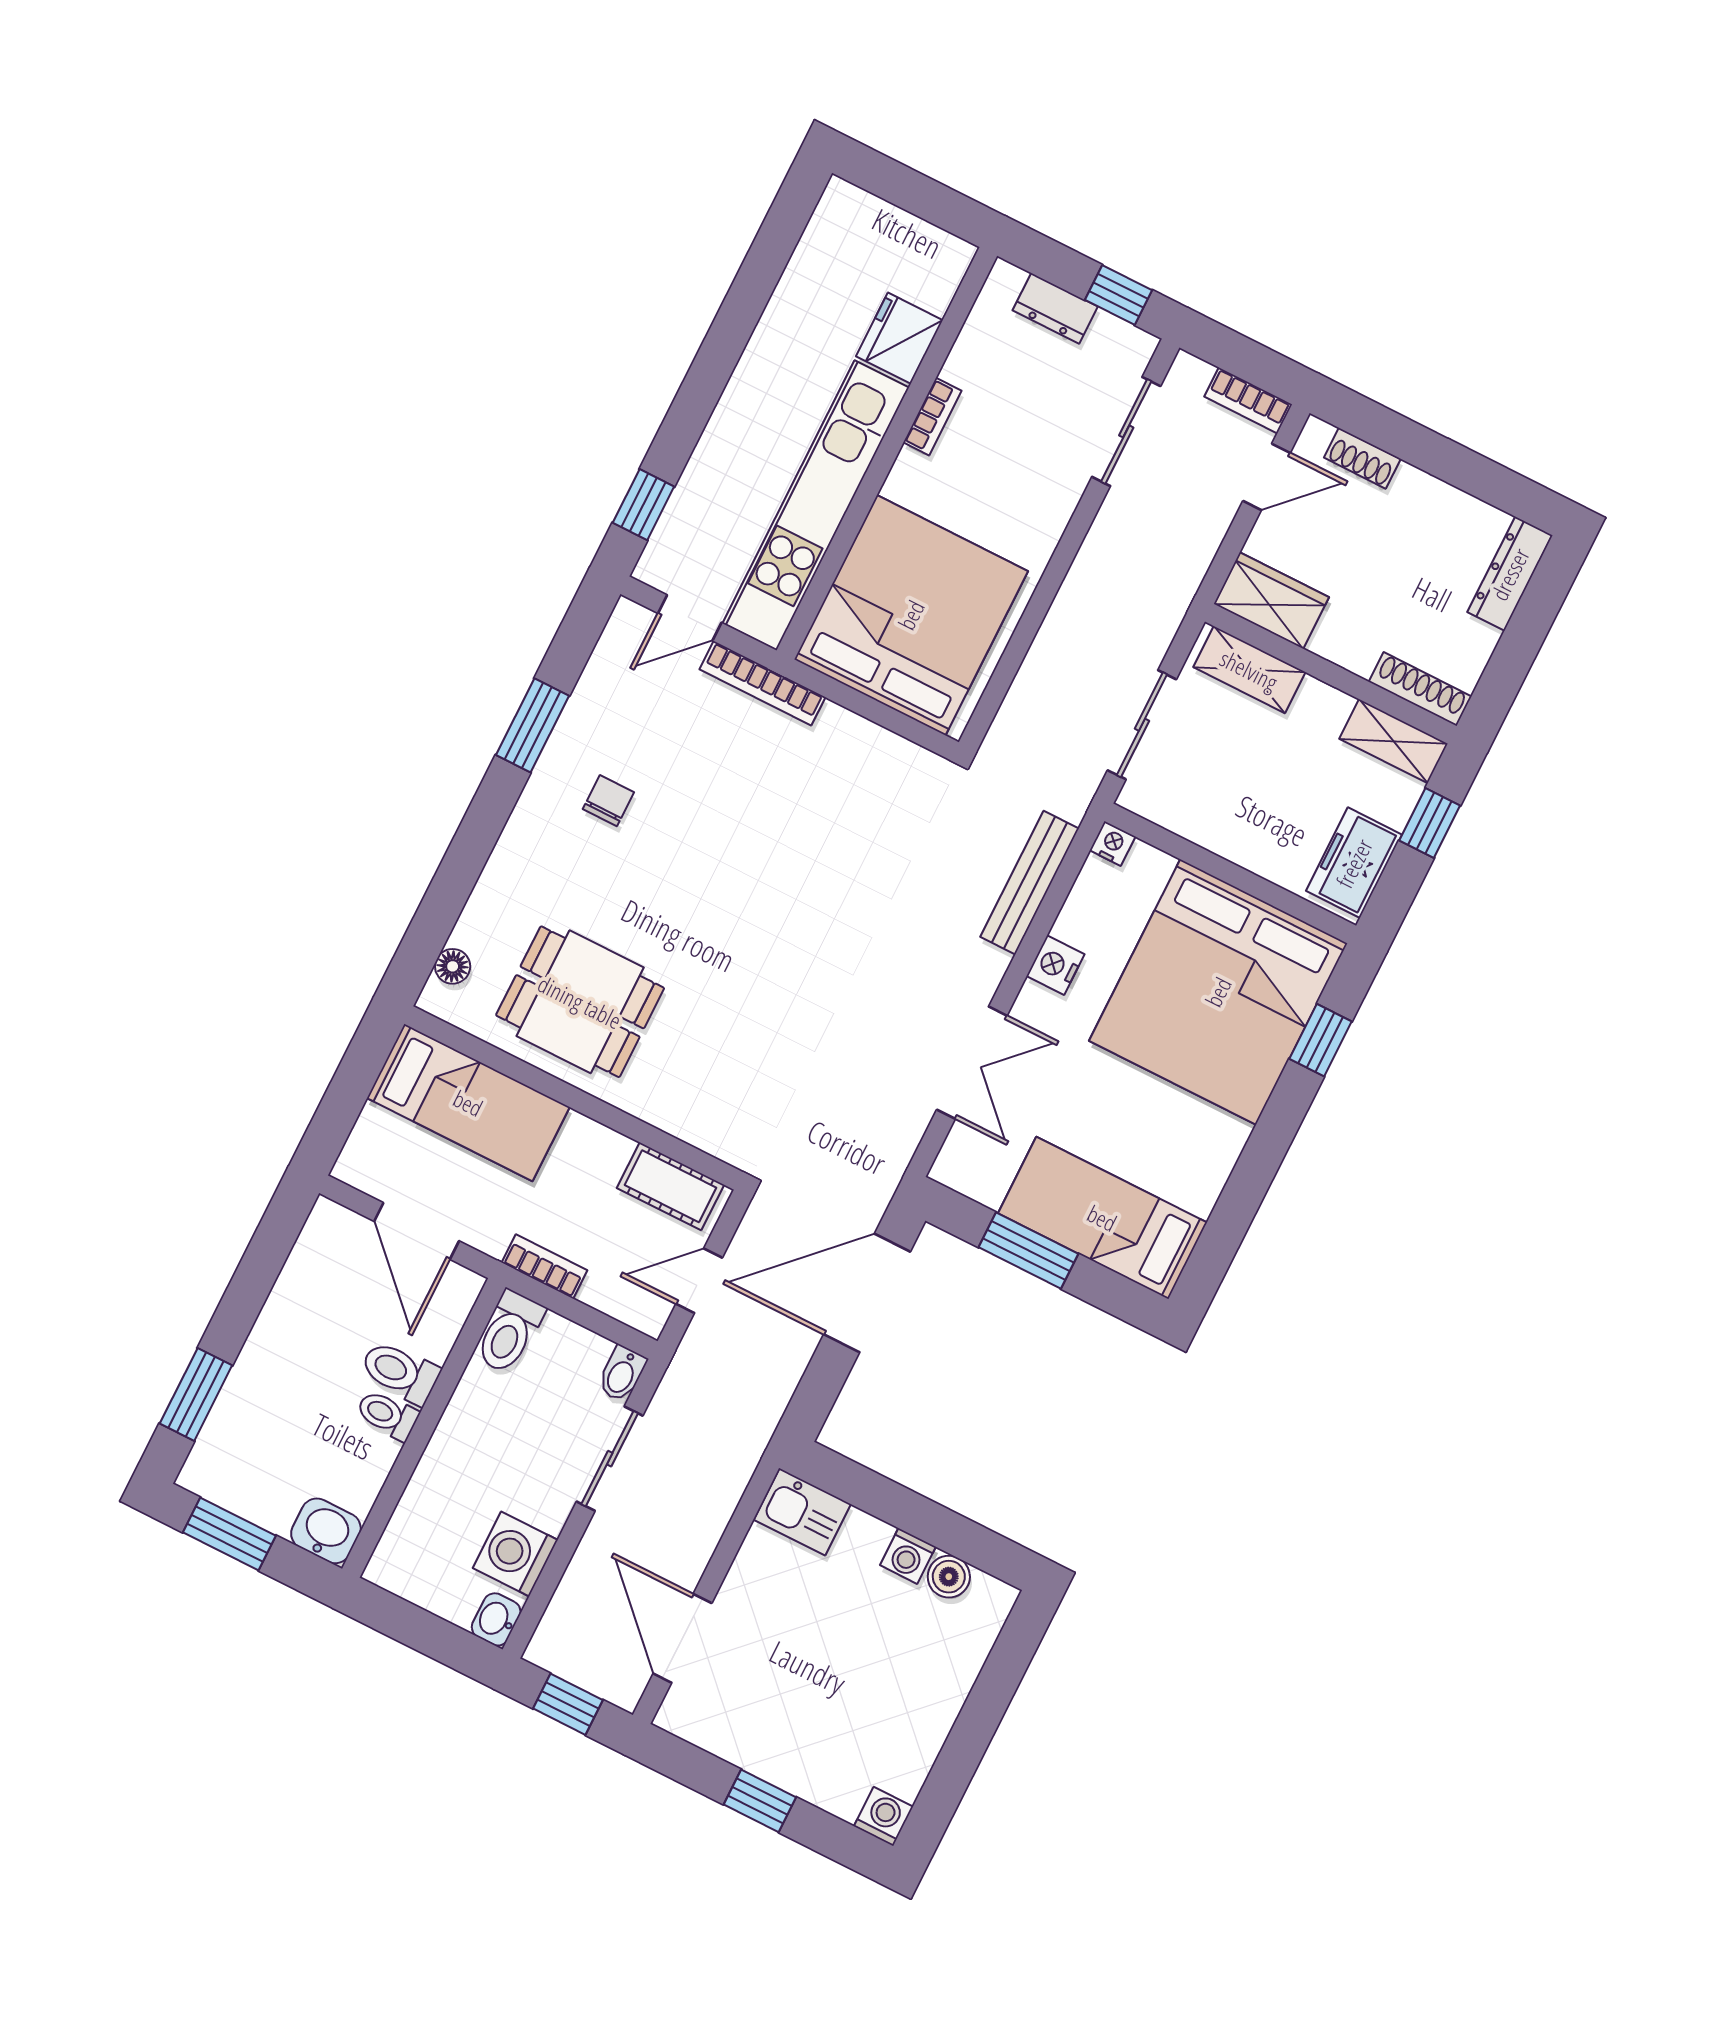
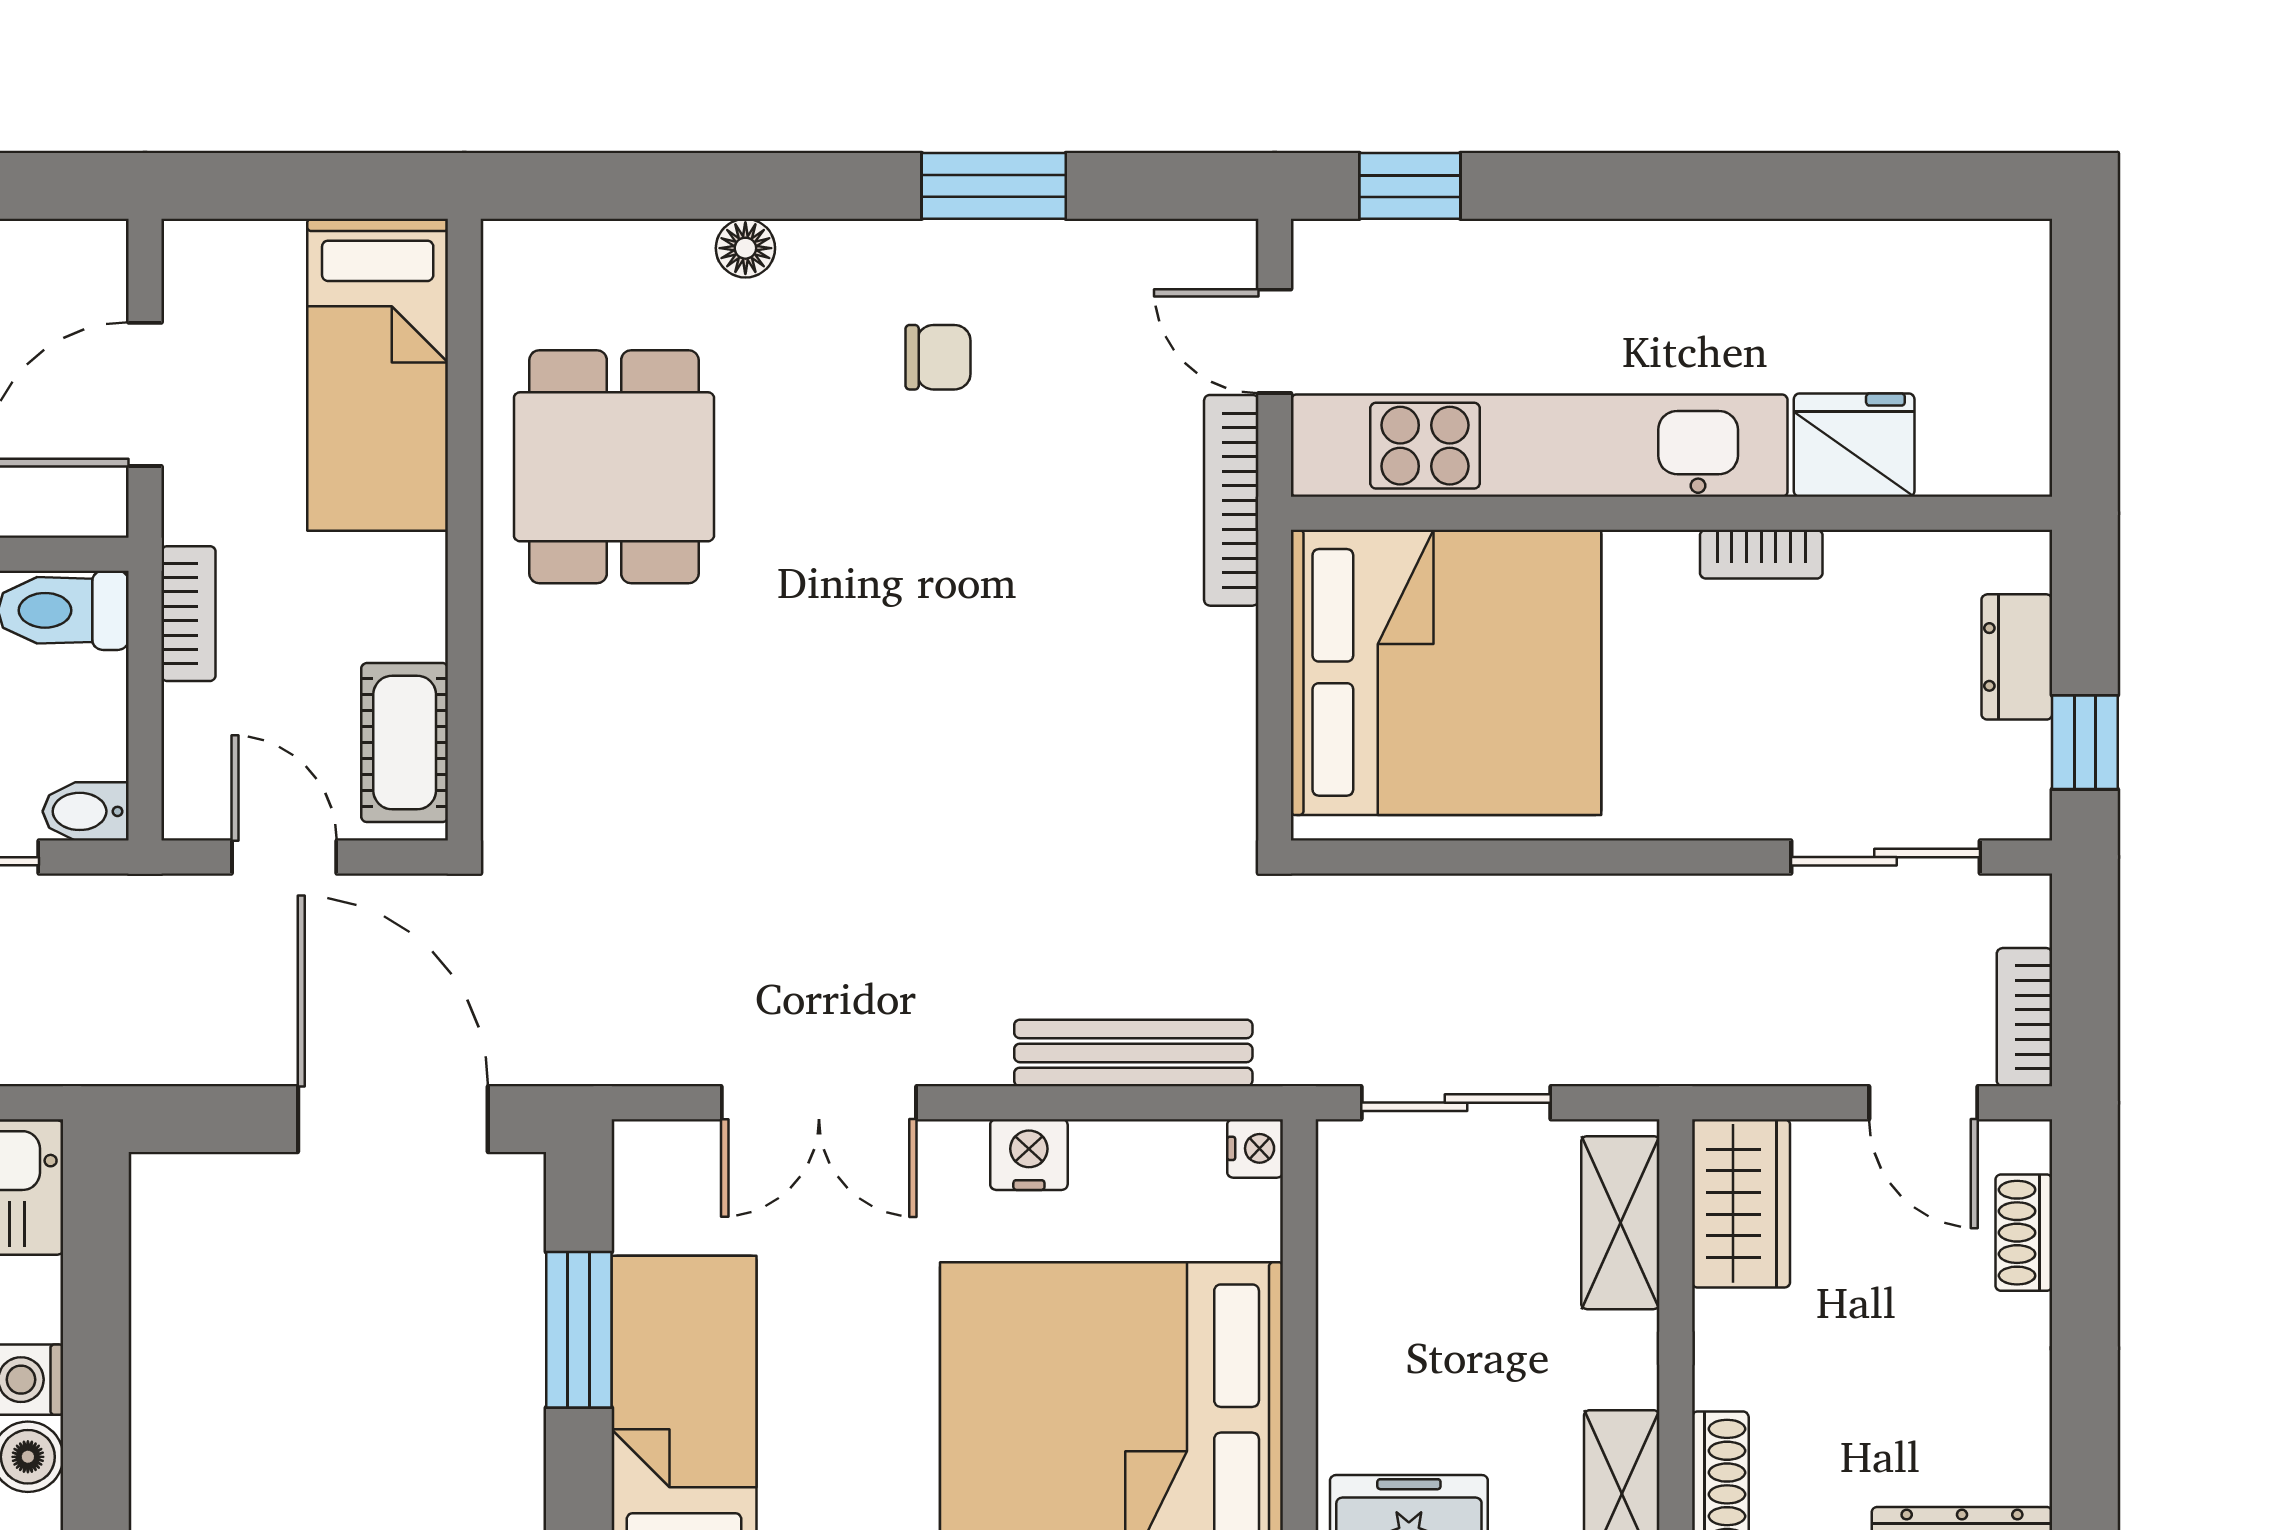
floor lamp: (453, 966) -> (745, 248), moved

